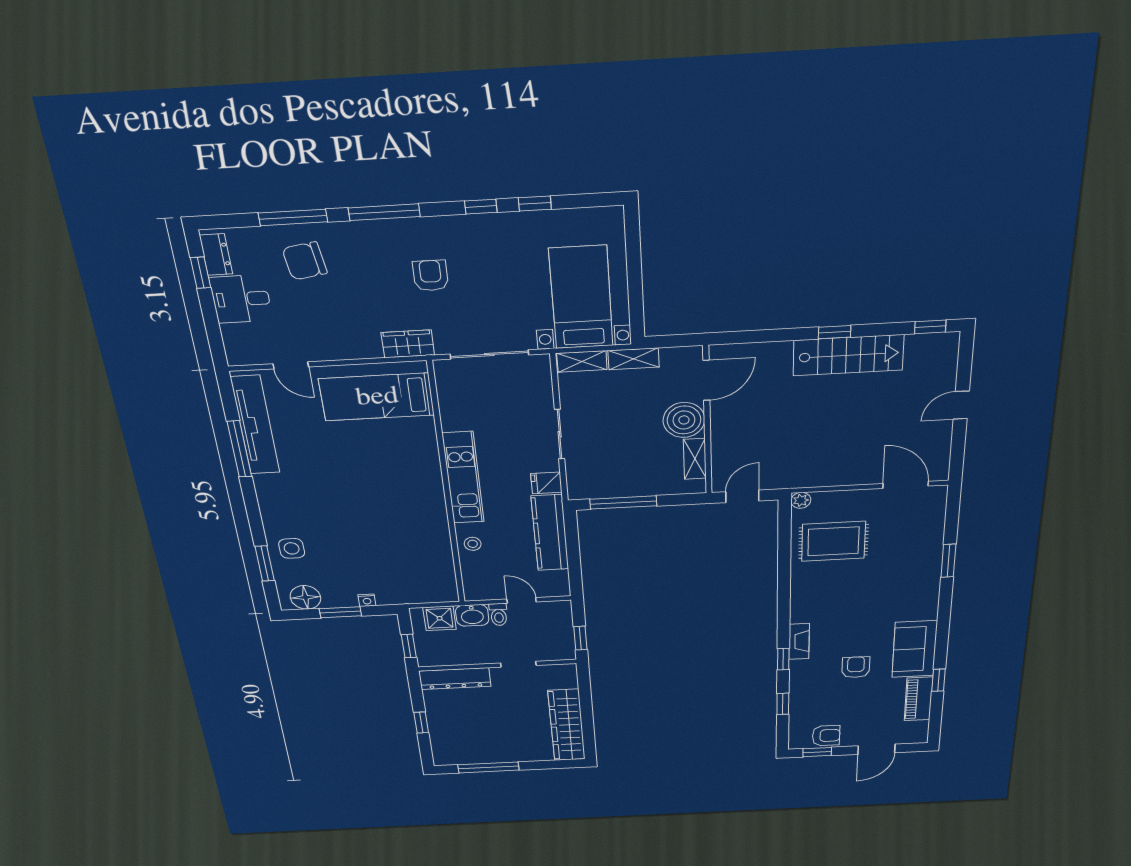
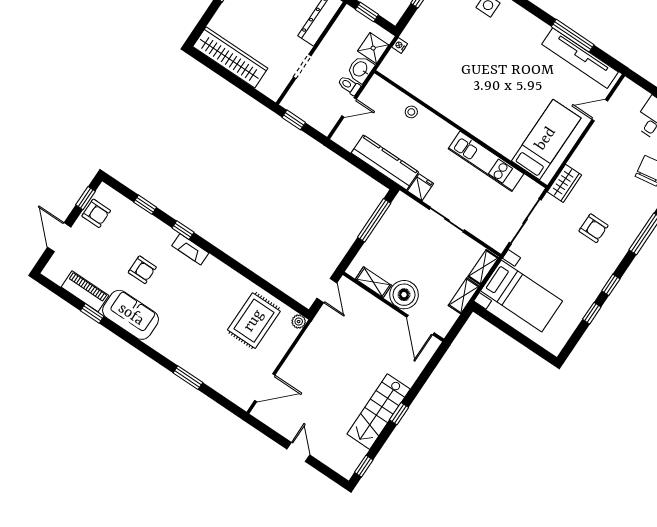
kitchen unit: (463, 478) -> (486, 161), moved
nightstand: (367, 600) -> (400, 45), moved
armchair: (826, 736) -> (96, 213), turned -90

